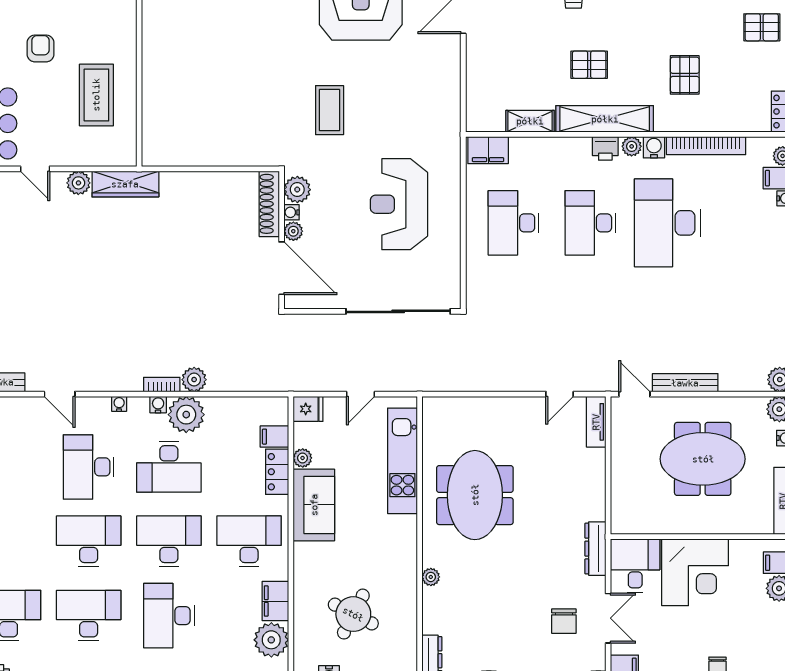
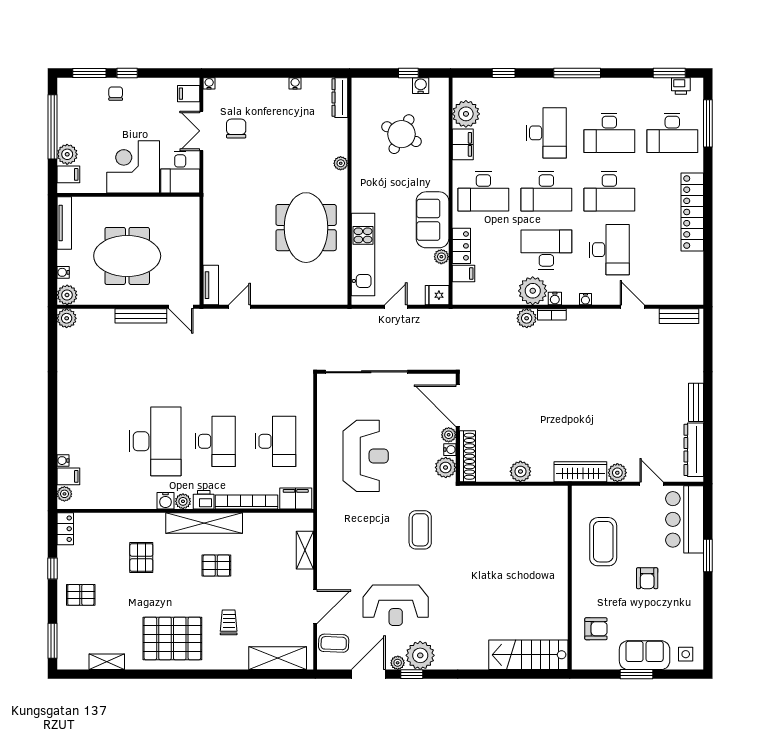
shelving: (530, 121) -> (305, 550), moved, turned 90
bookcase: (706, 146) -> (246, 502), moved
plant: (202, 184) -> (520, 471), added
dresser: (595, 549) -> (211, 186), removed

